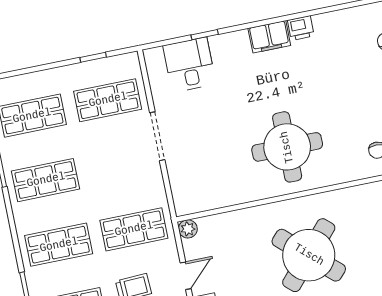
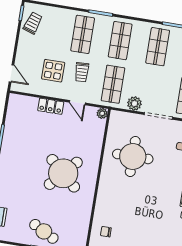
round table: (287, 147) -> (133, 157), moved
plant: (152, 183) -> (134, 103), added

